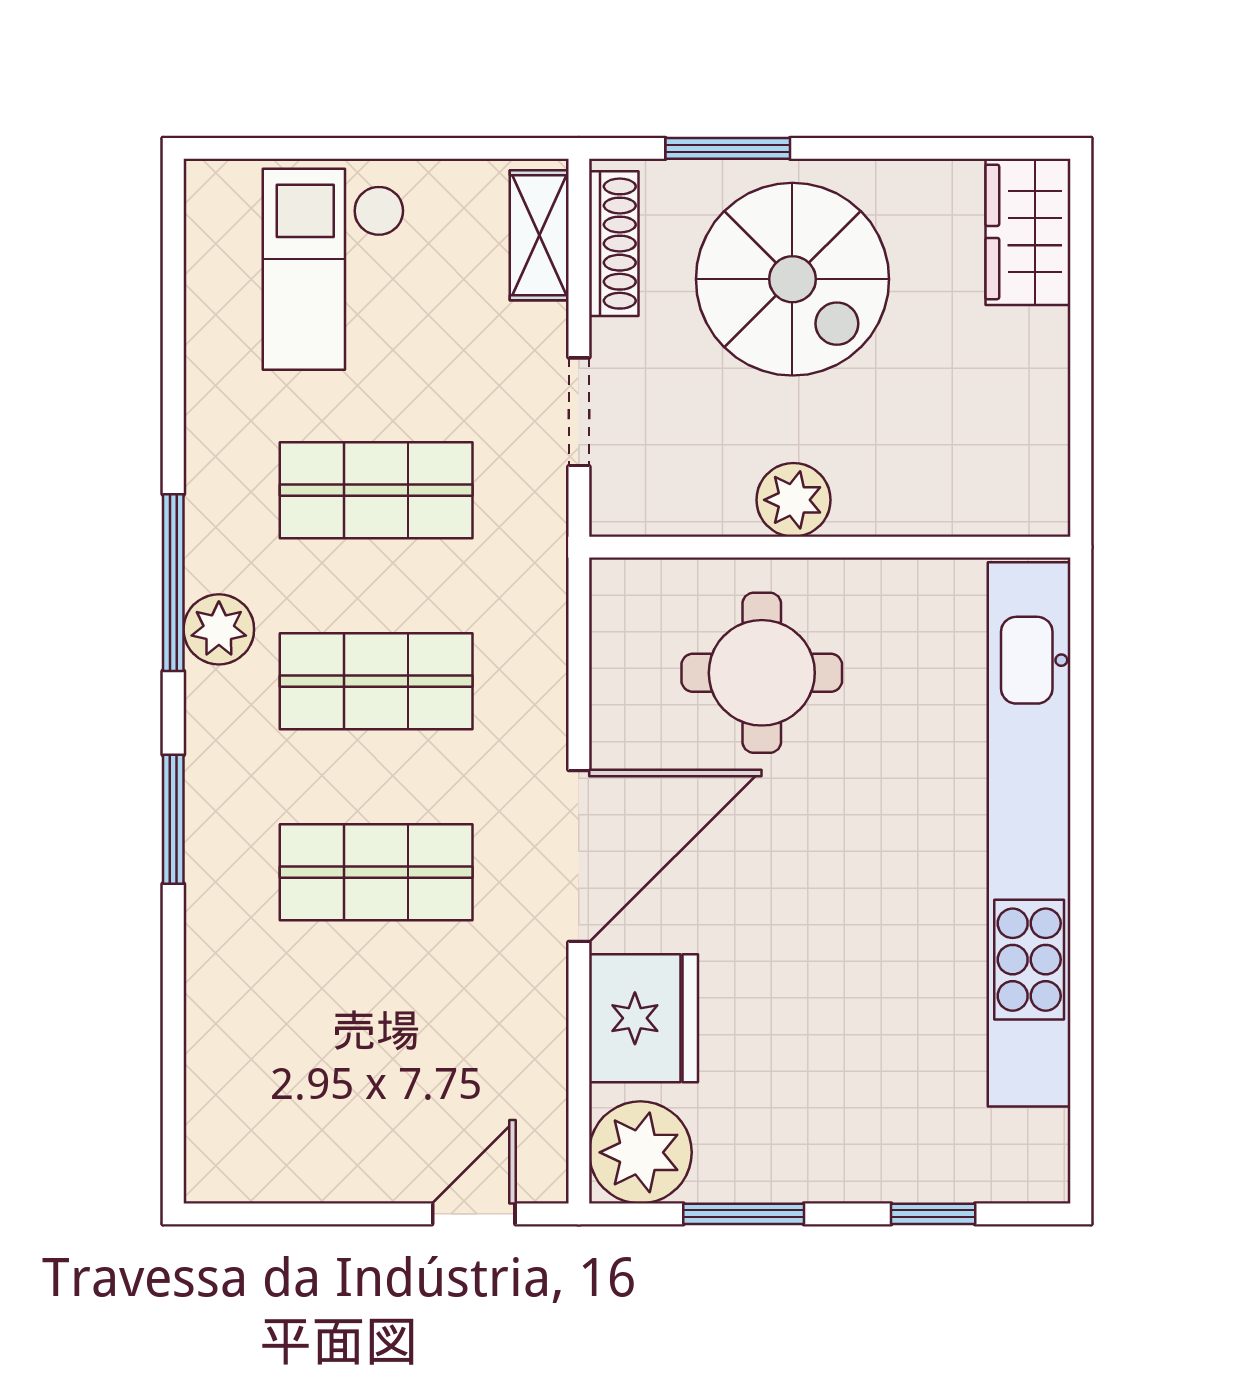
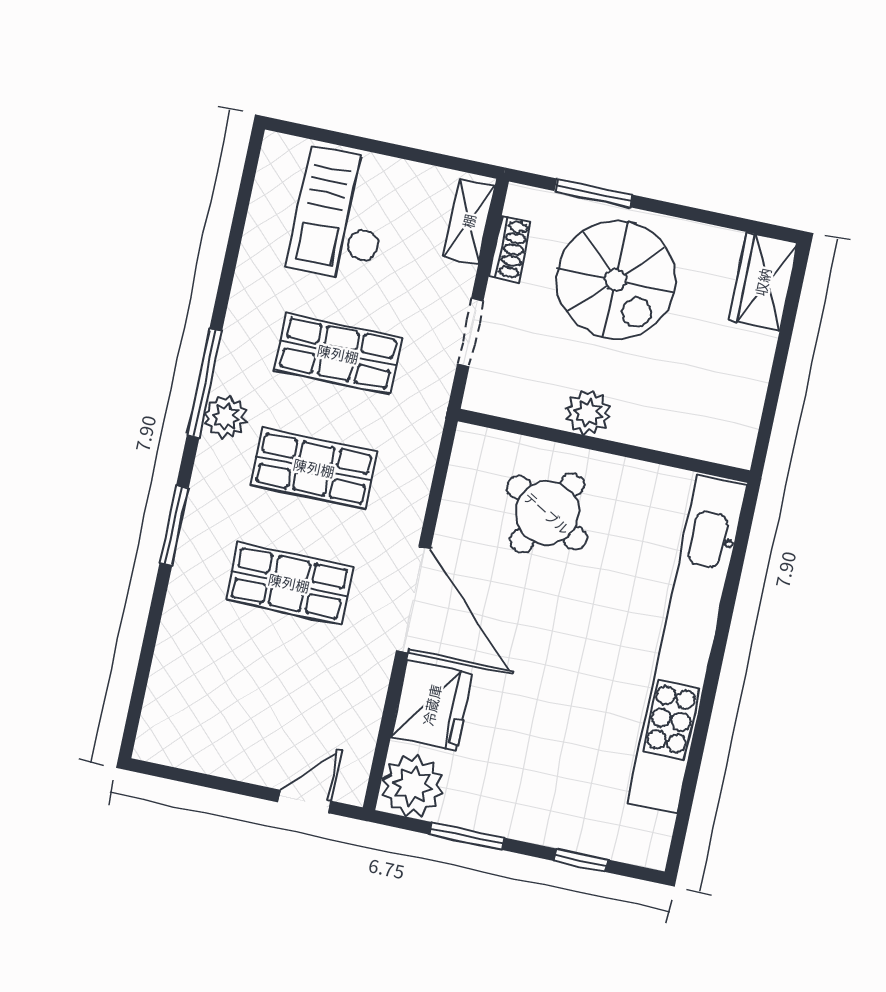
shoe rack: (614, 244) -> (510, 249), width x0.70
round table: (762, 673) -> (547, 513), turned 30
door: (579, 856) -> (413, 600), hinge flipped

